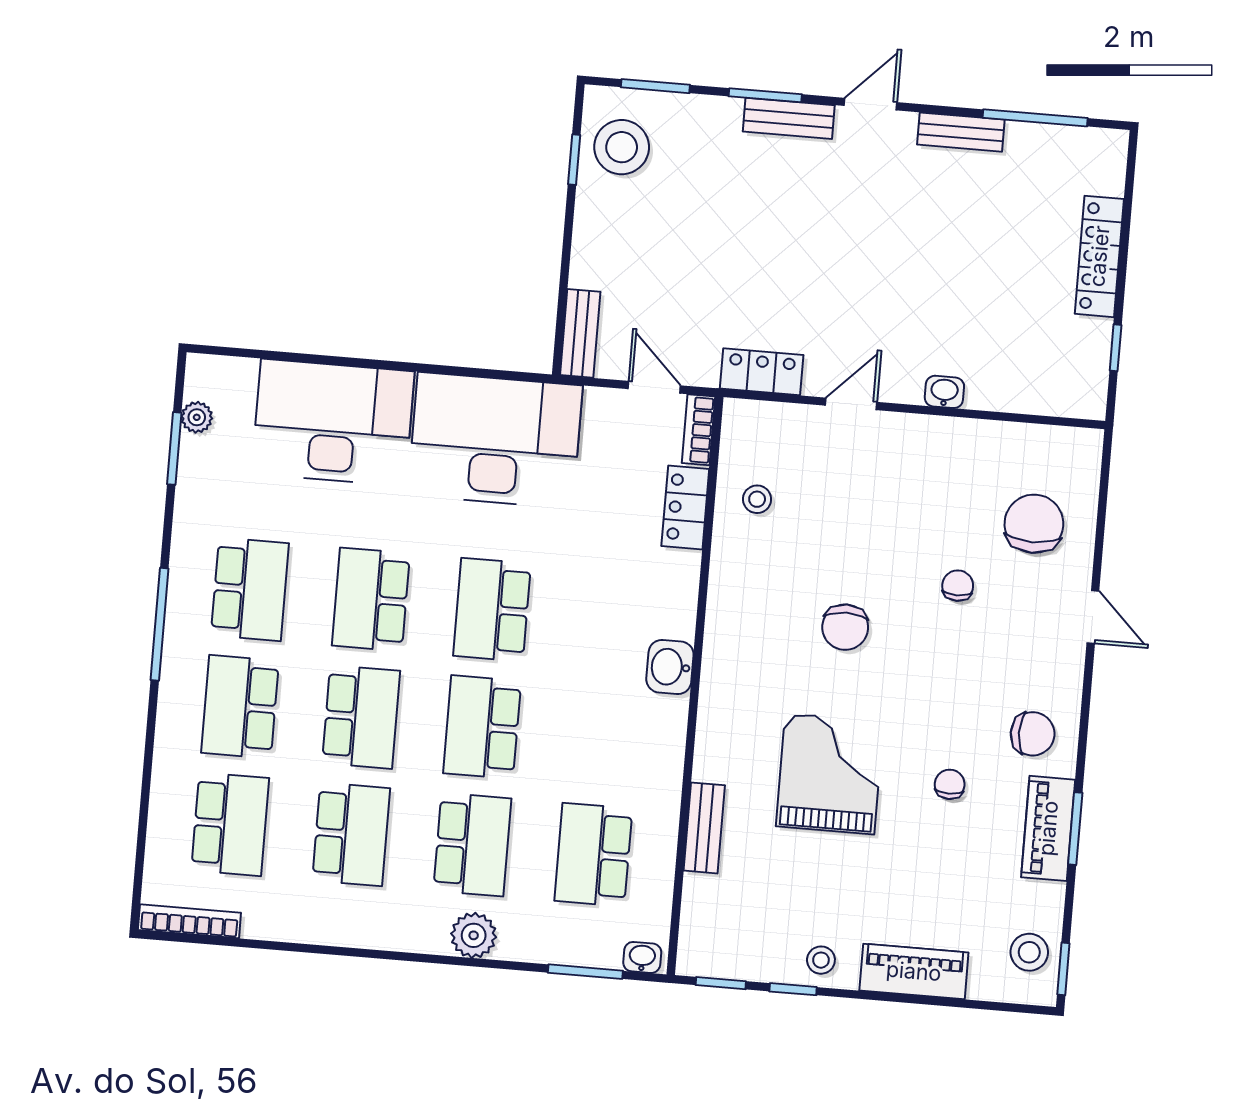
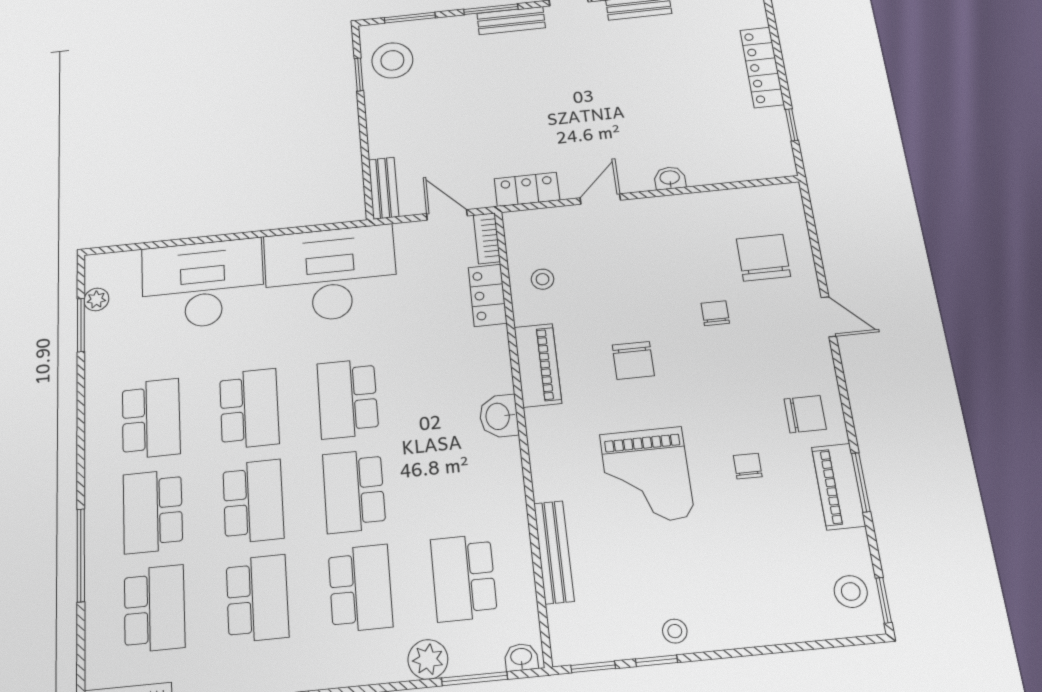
school desk: (371, 599) -> (249, 409), turned 180
window: (159, 624) -> (81, 555), moved
grand piano: (830, 774) -> (647, 476), turned 180
bench: (704, 828) -> (554, 552), width x1.36
plant: (474, 935) -> (428, 659), moved
piano: (914, 971) -> (538, 365), moved, turned 90

